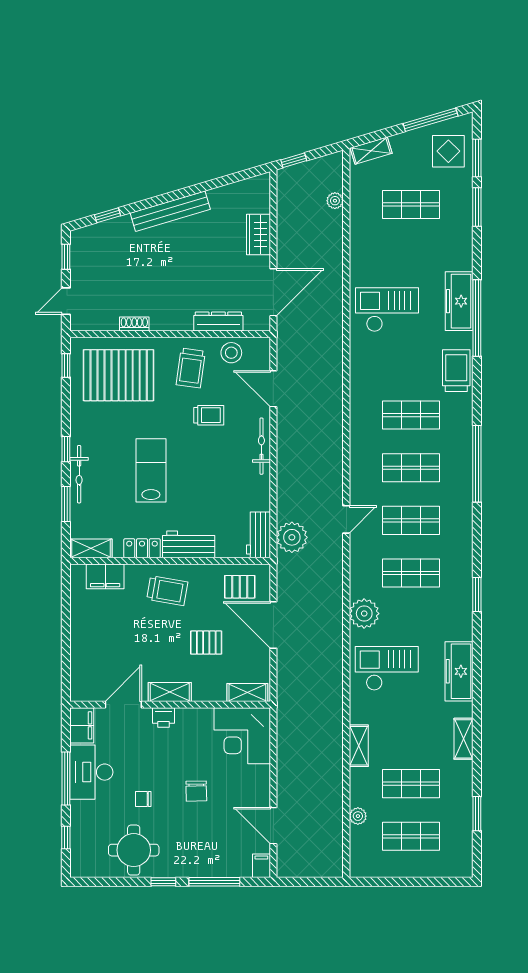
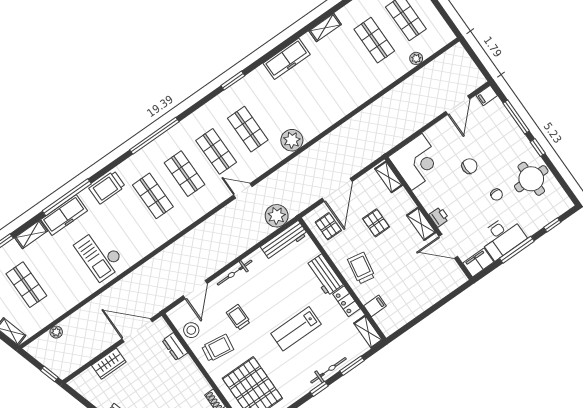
dresser: (218, 322) -> (175, 347), width x0.70
workbench: (259, 535) -> (284, 240), width x1.37
filing cabinet: (105, 576) -> (375, 306), width x0.50
checkout: (387, 668) -> (315, 103), removed
shelving: (359, 746) -> (31, 234), moved

